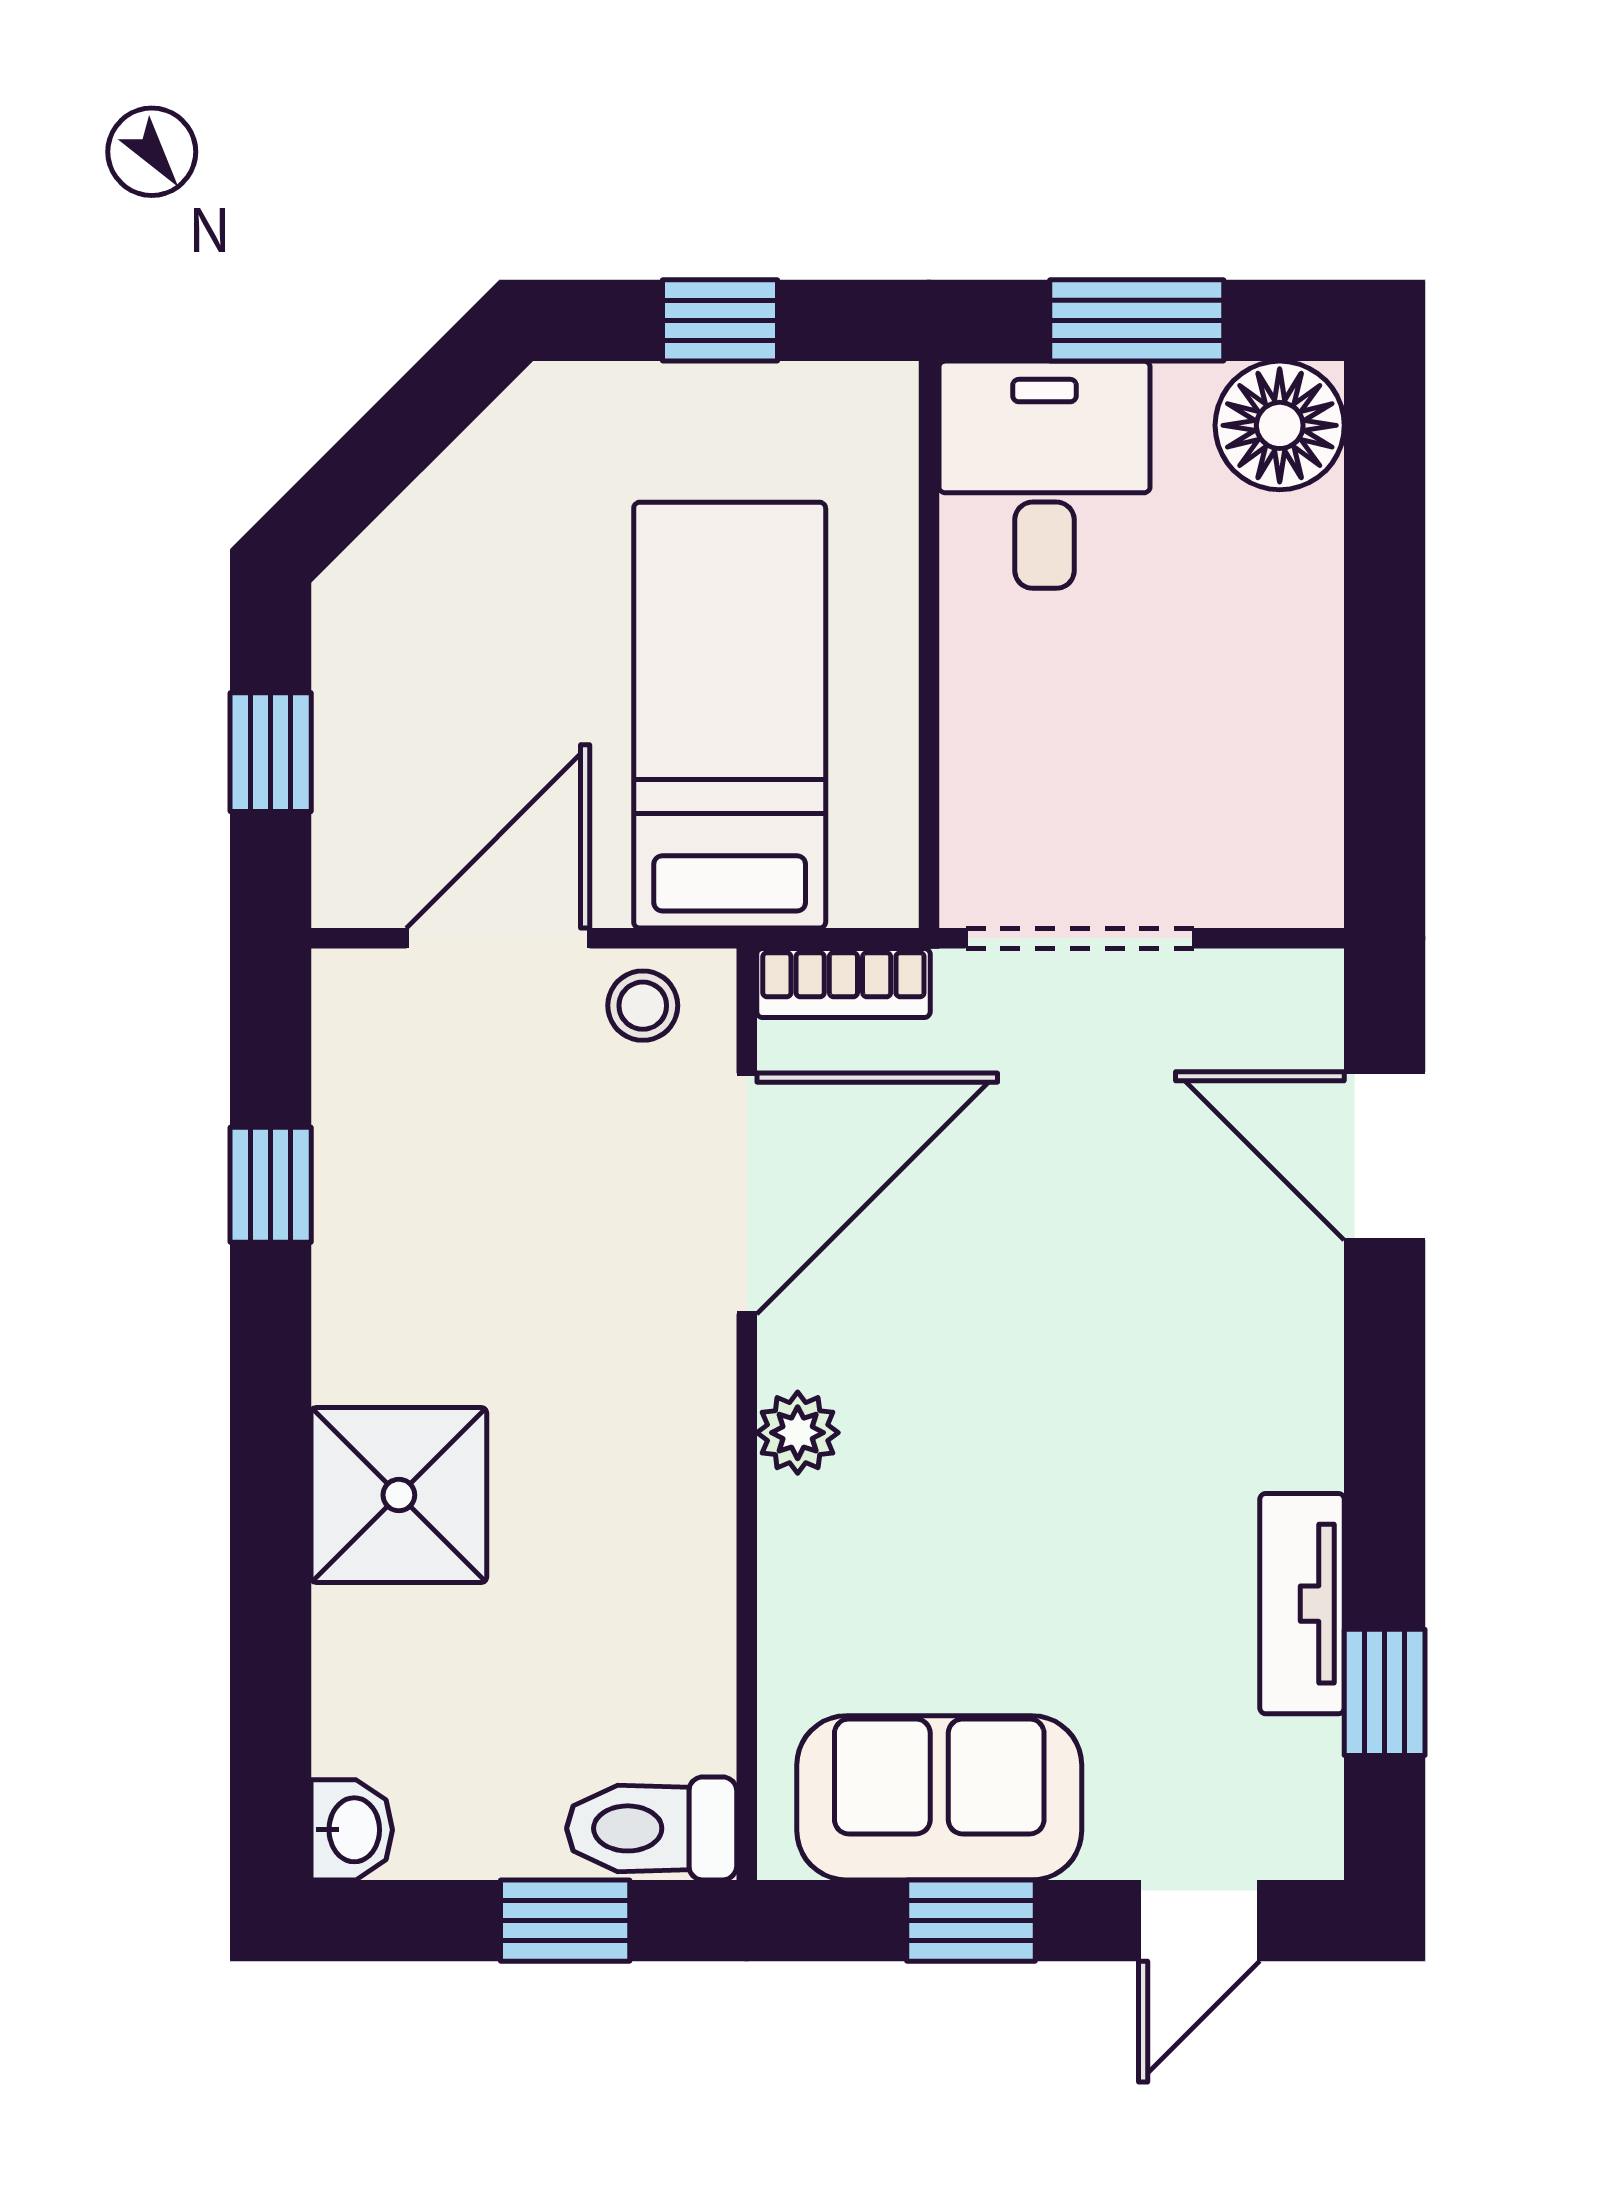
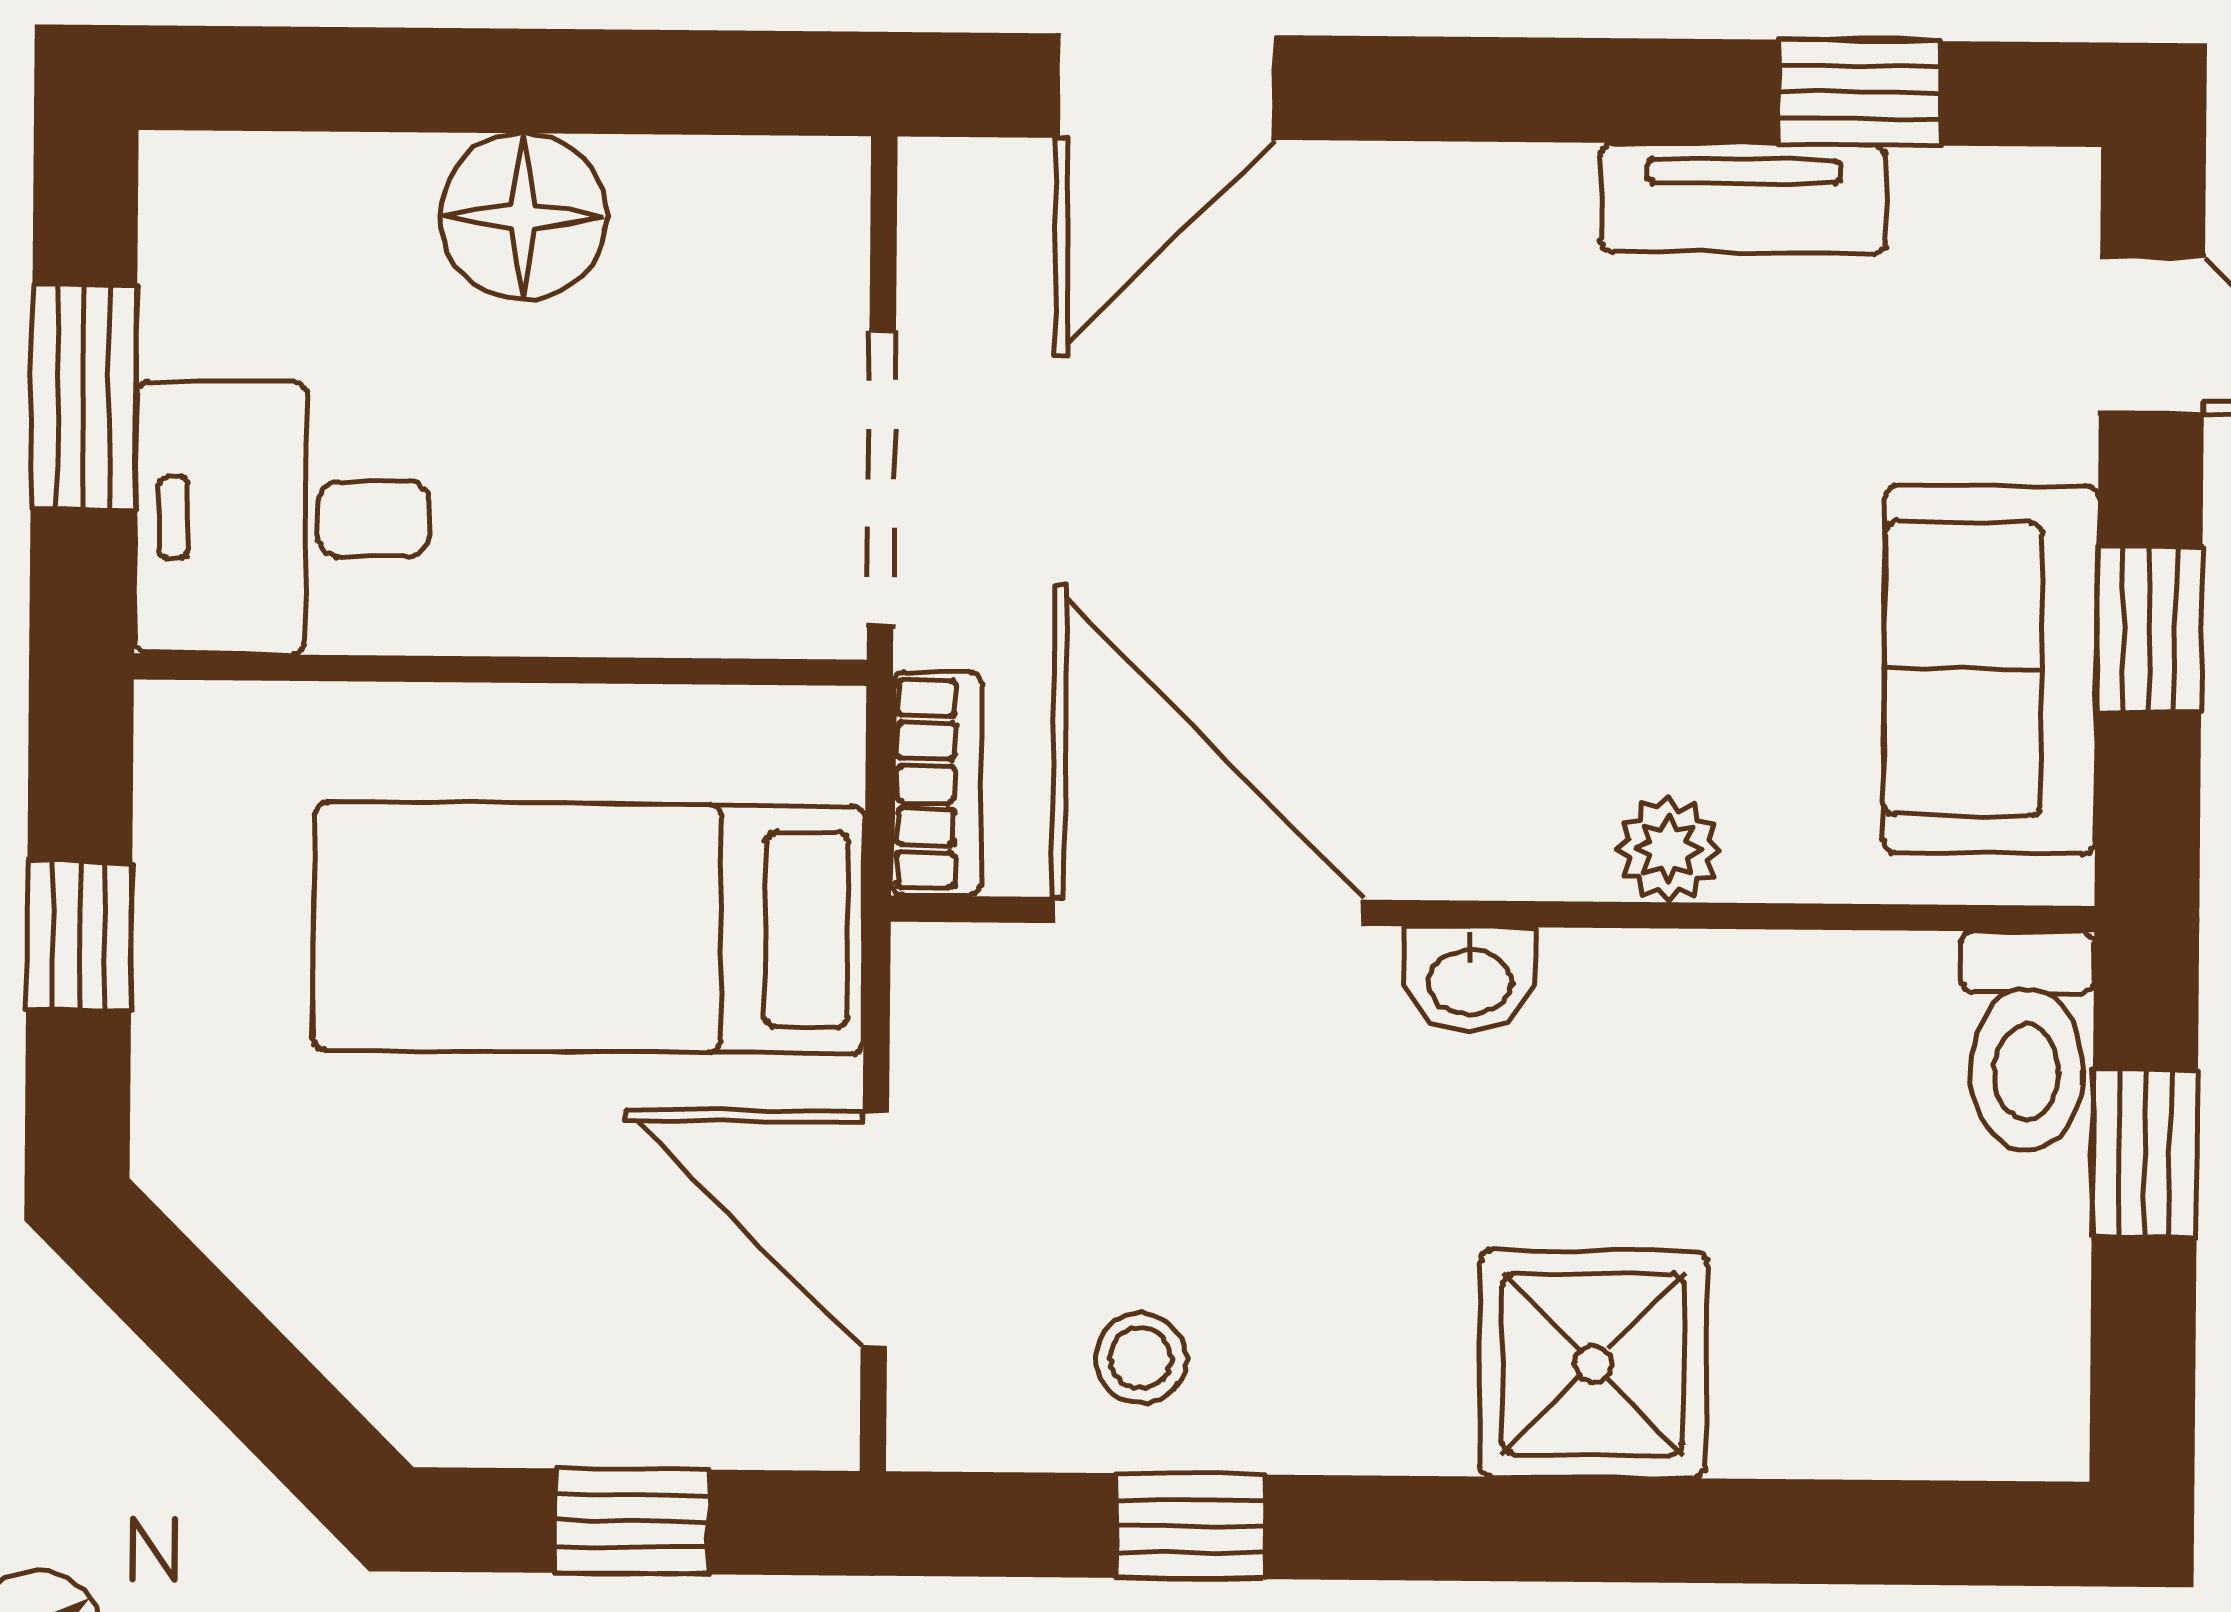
floor lamp: (1280, 425) -> (523, 217), moved
stool: (643, 1006) -> (1140, 1358), moved
plant: (798, 1433) -> (1668, 850), moved
washbasin: (352, 1830) -> (1470, 979), moved, turned 180

